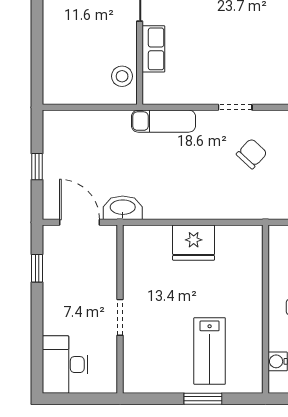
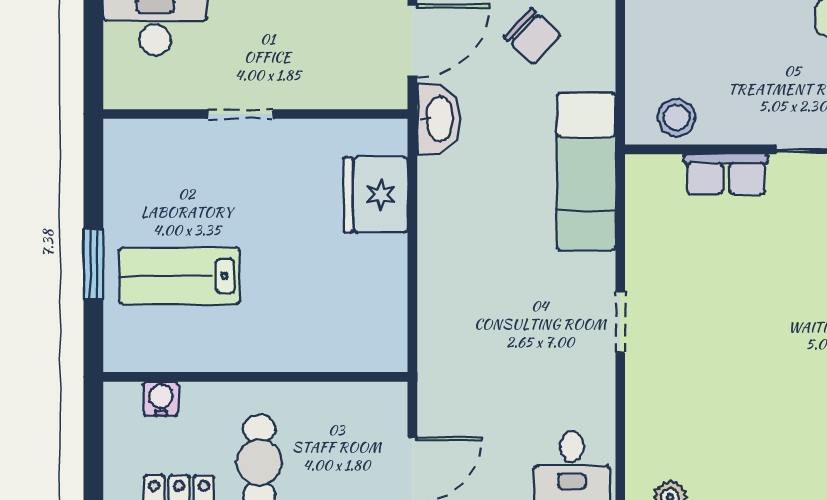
exam couch: (163, 121) -> (586, 172), width x1.36, depth x1.45
chair: (252, 154) -> (532, 36), moved
fridge: (194, 243) -> (376, 195), moved

